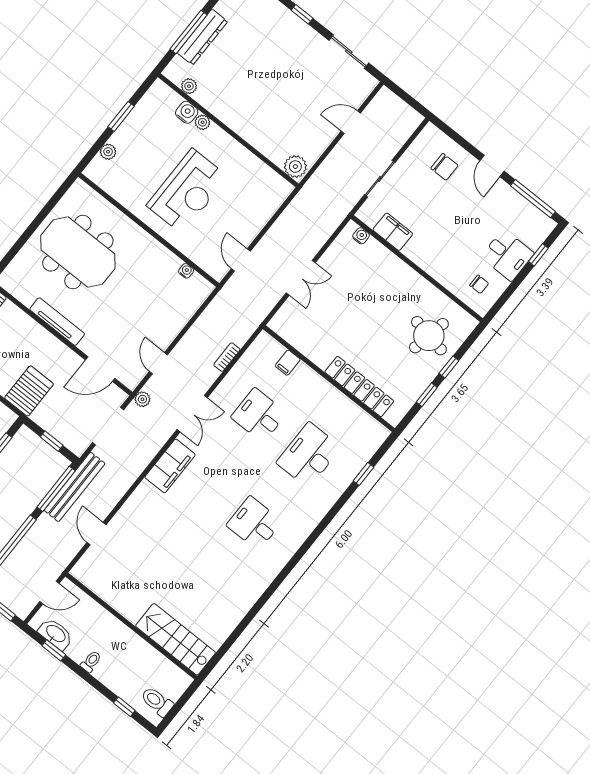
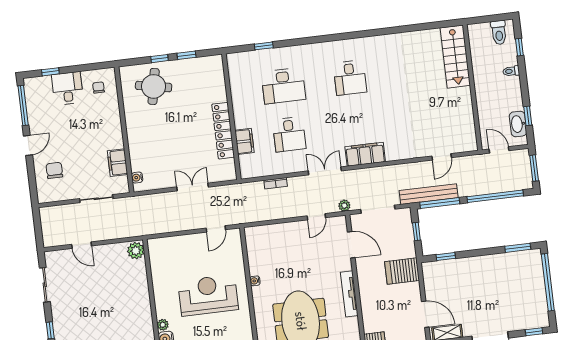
water cooler: (186, 271) -> (255, 281), moved
filing cabinet: (288, 363) -> (245, 141), width x2.00
locker: (359, 386) -> (223, 131), moved
toilet: (91, 662) -> (511, 71), moved

